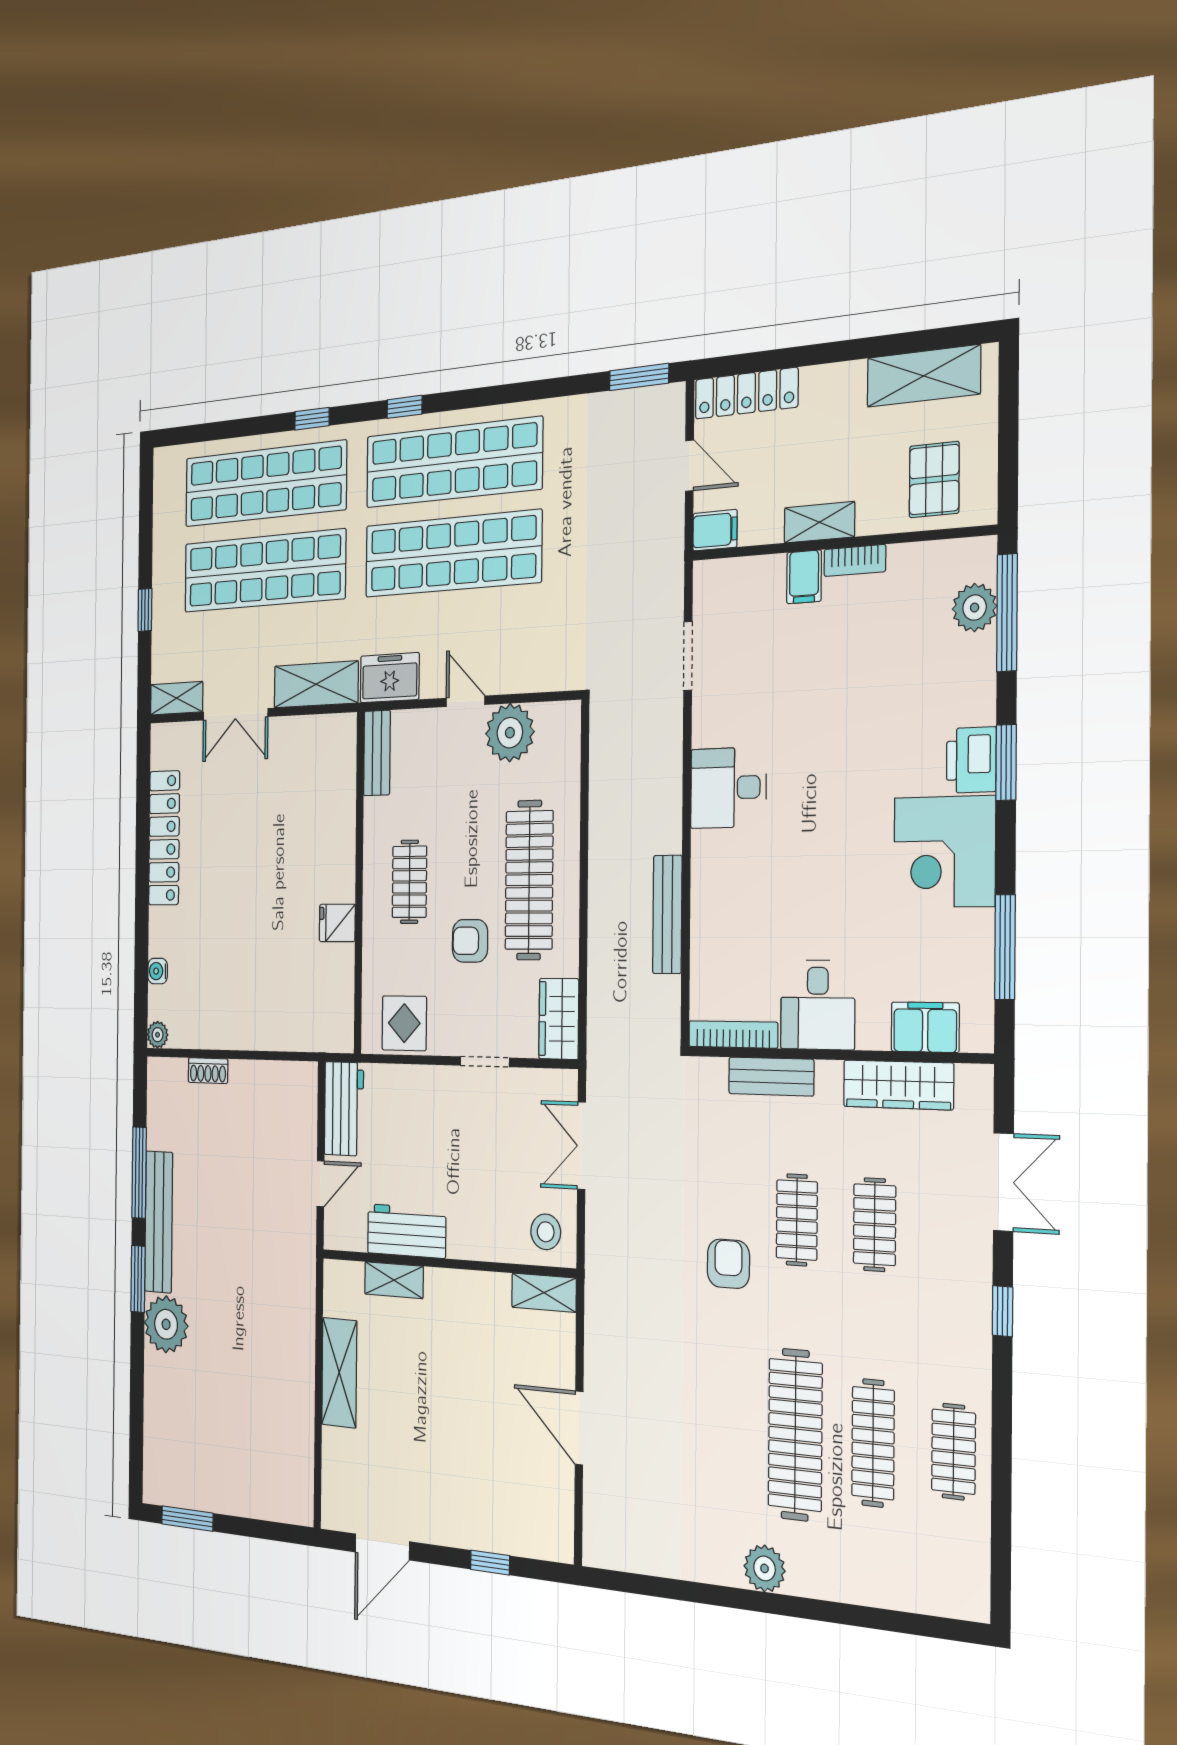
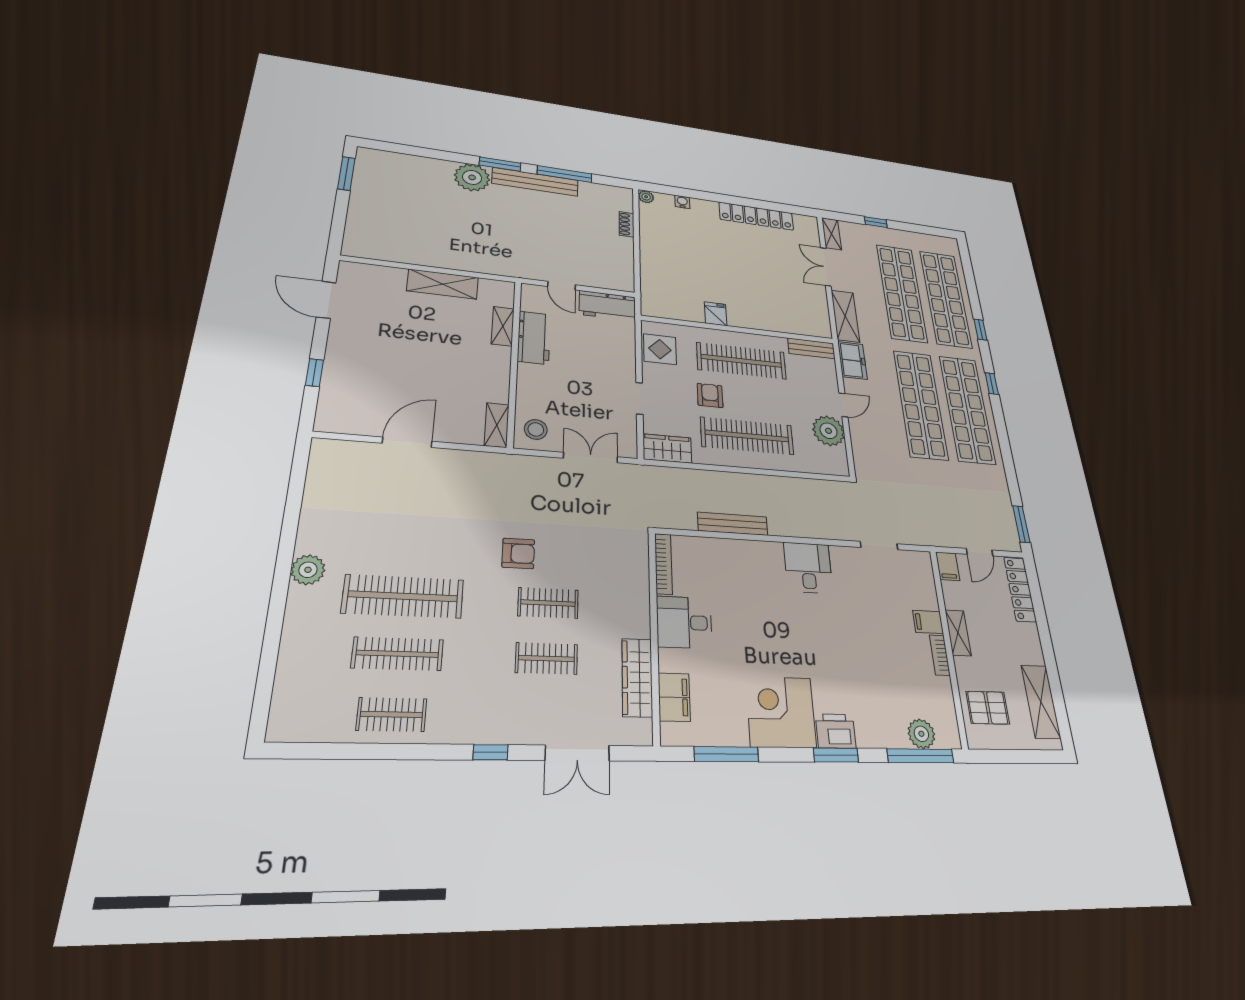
clothes rail: (409, 882) -> (742, 361), width x1.86, depth x1.31
bench: (771, 1077) -> (639, 589), removed

